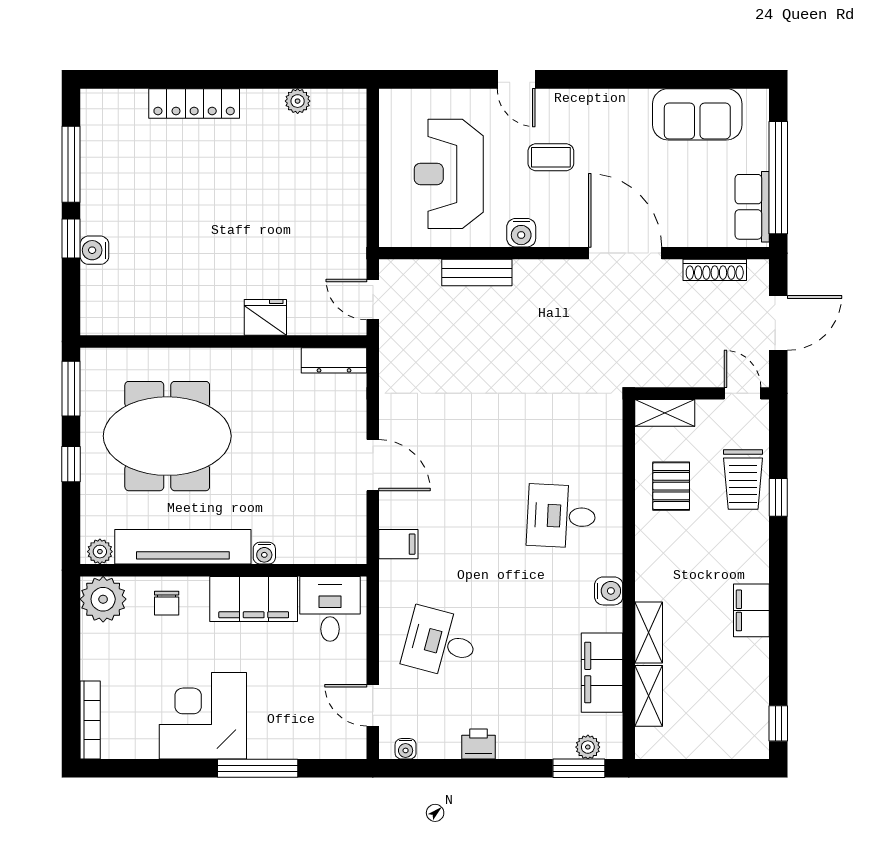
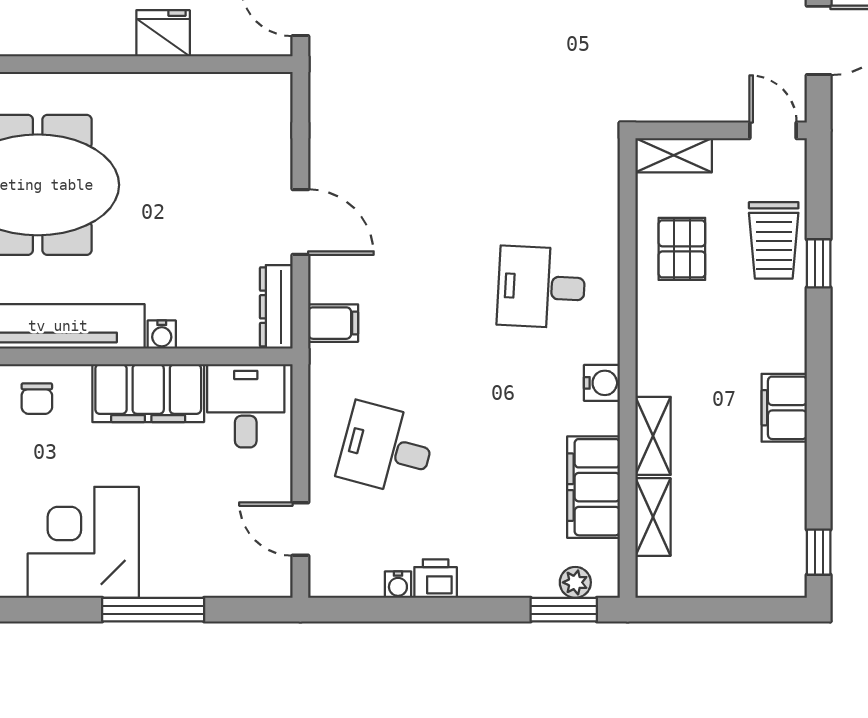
dresser: (334, 360) -> (276, 307), moved, turned 90
water cooler: (406, 749) -> (398, 585), moved

